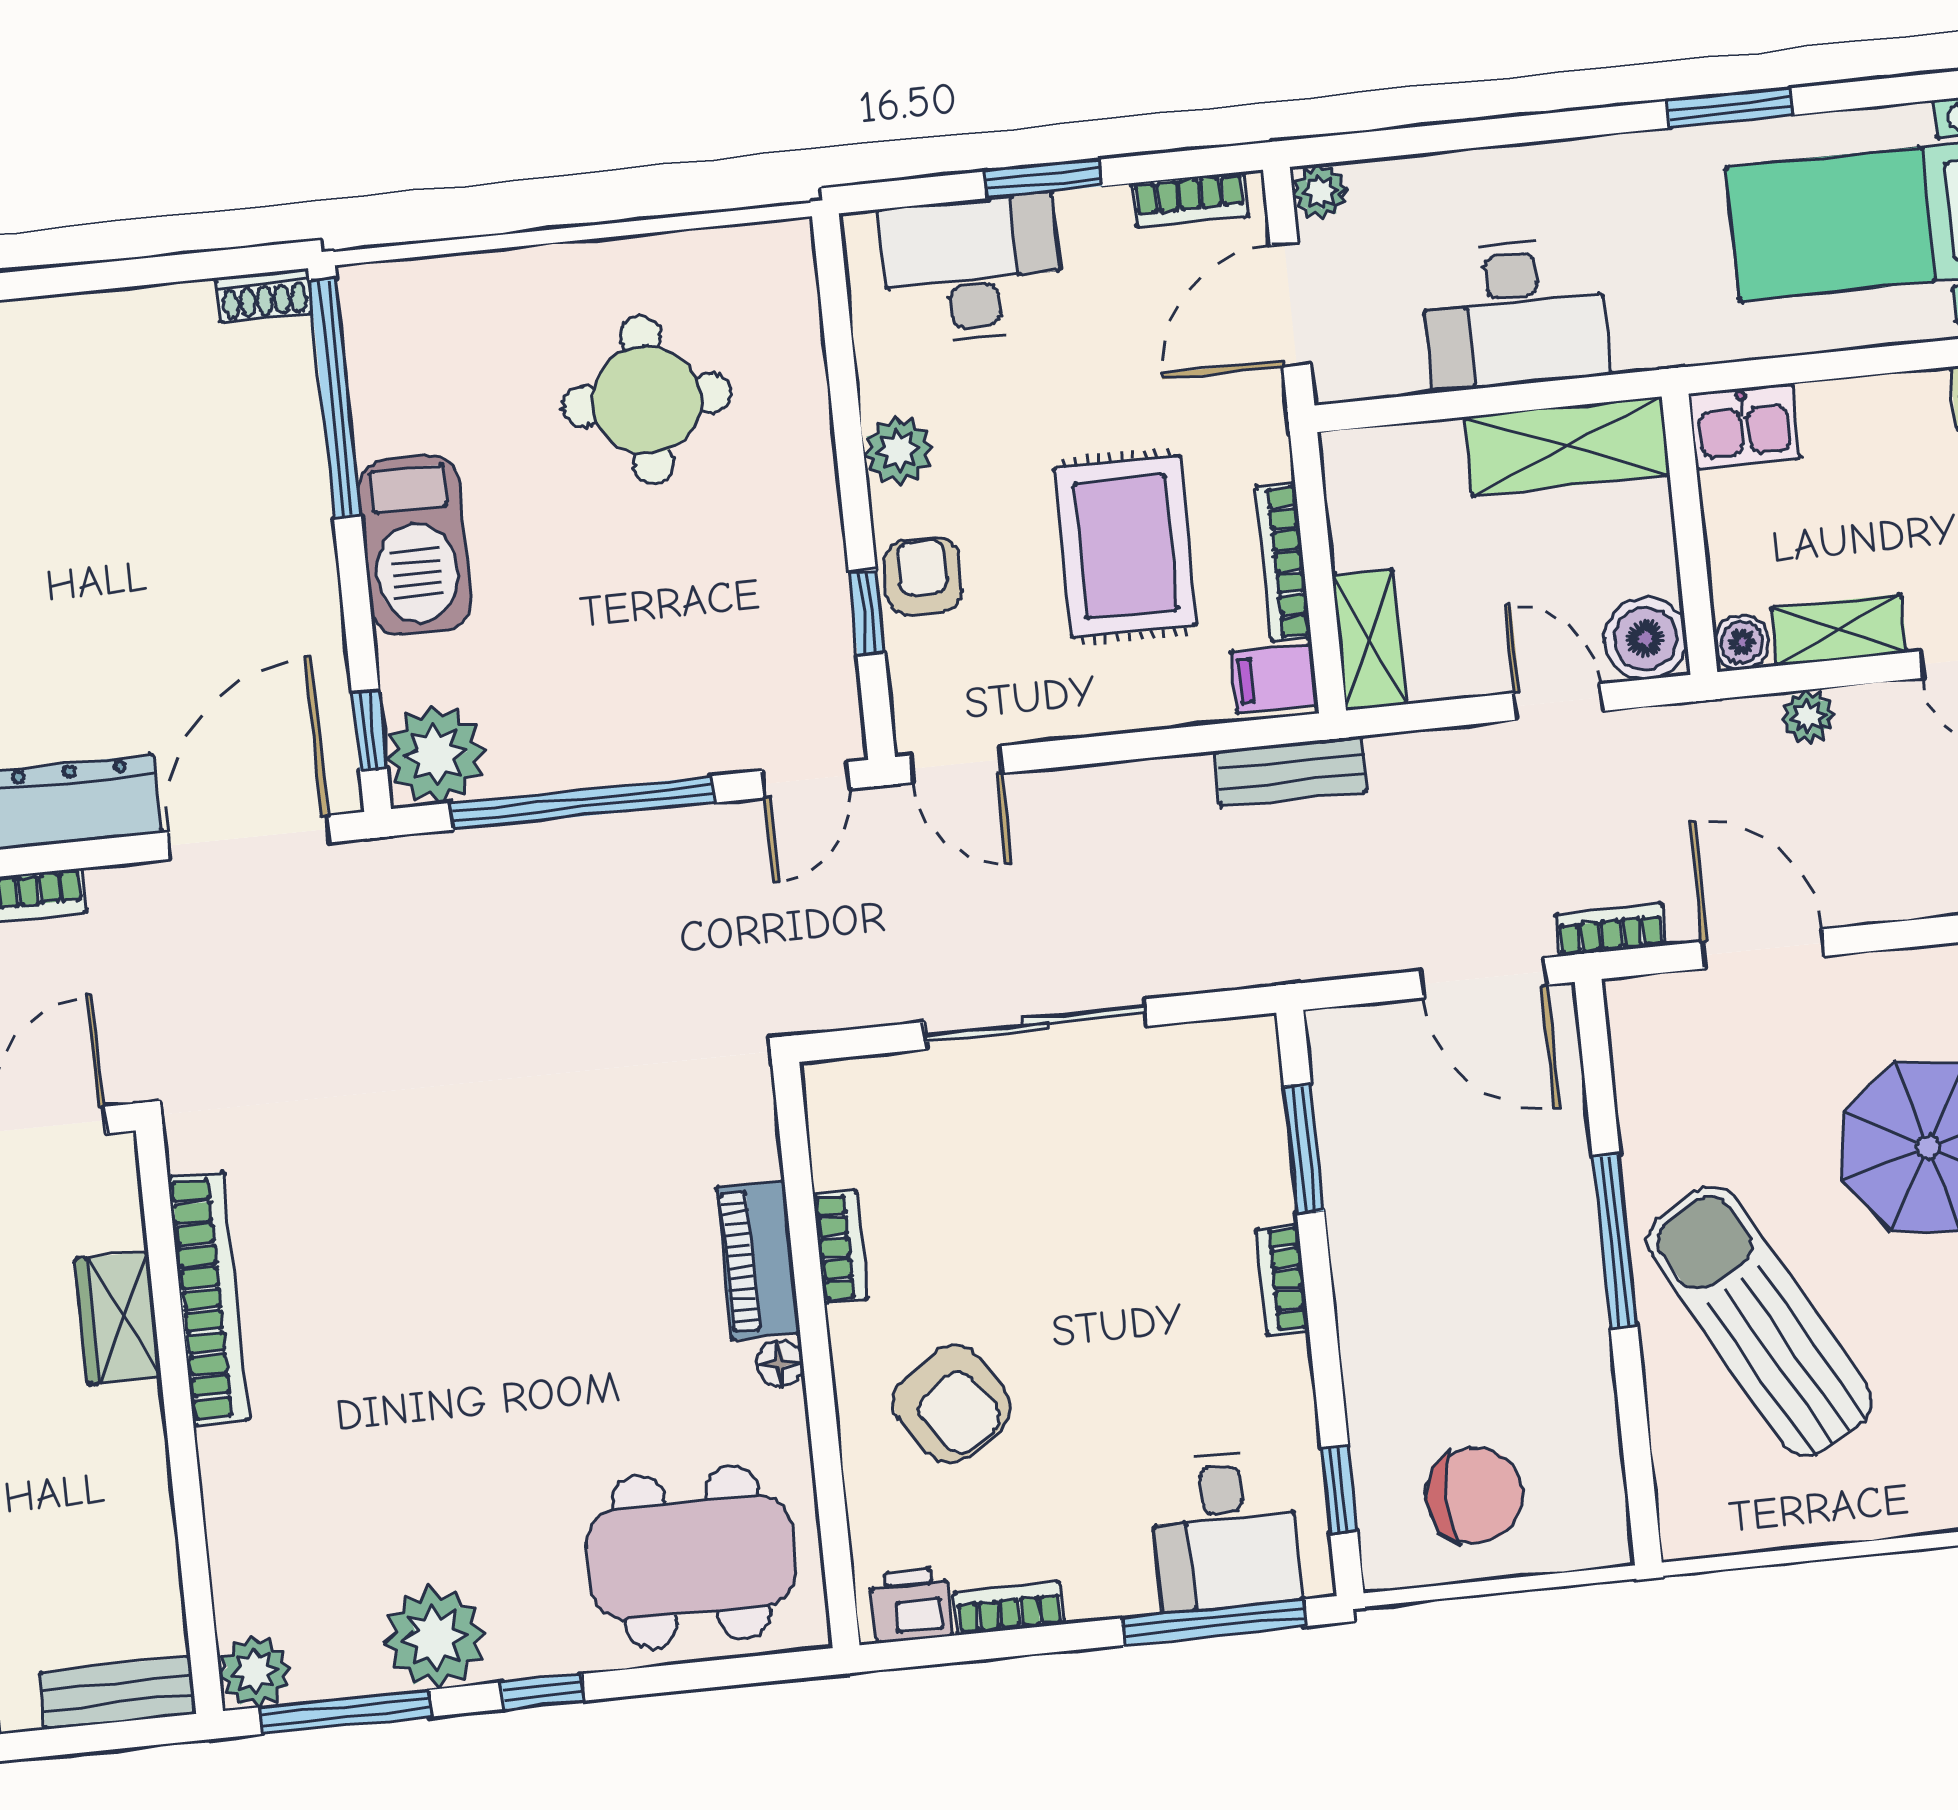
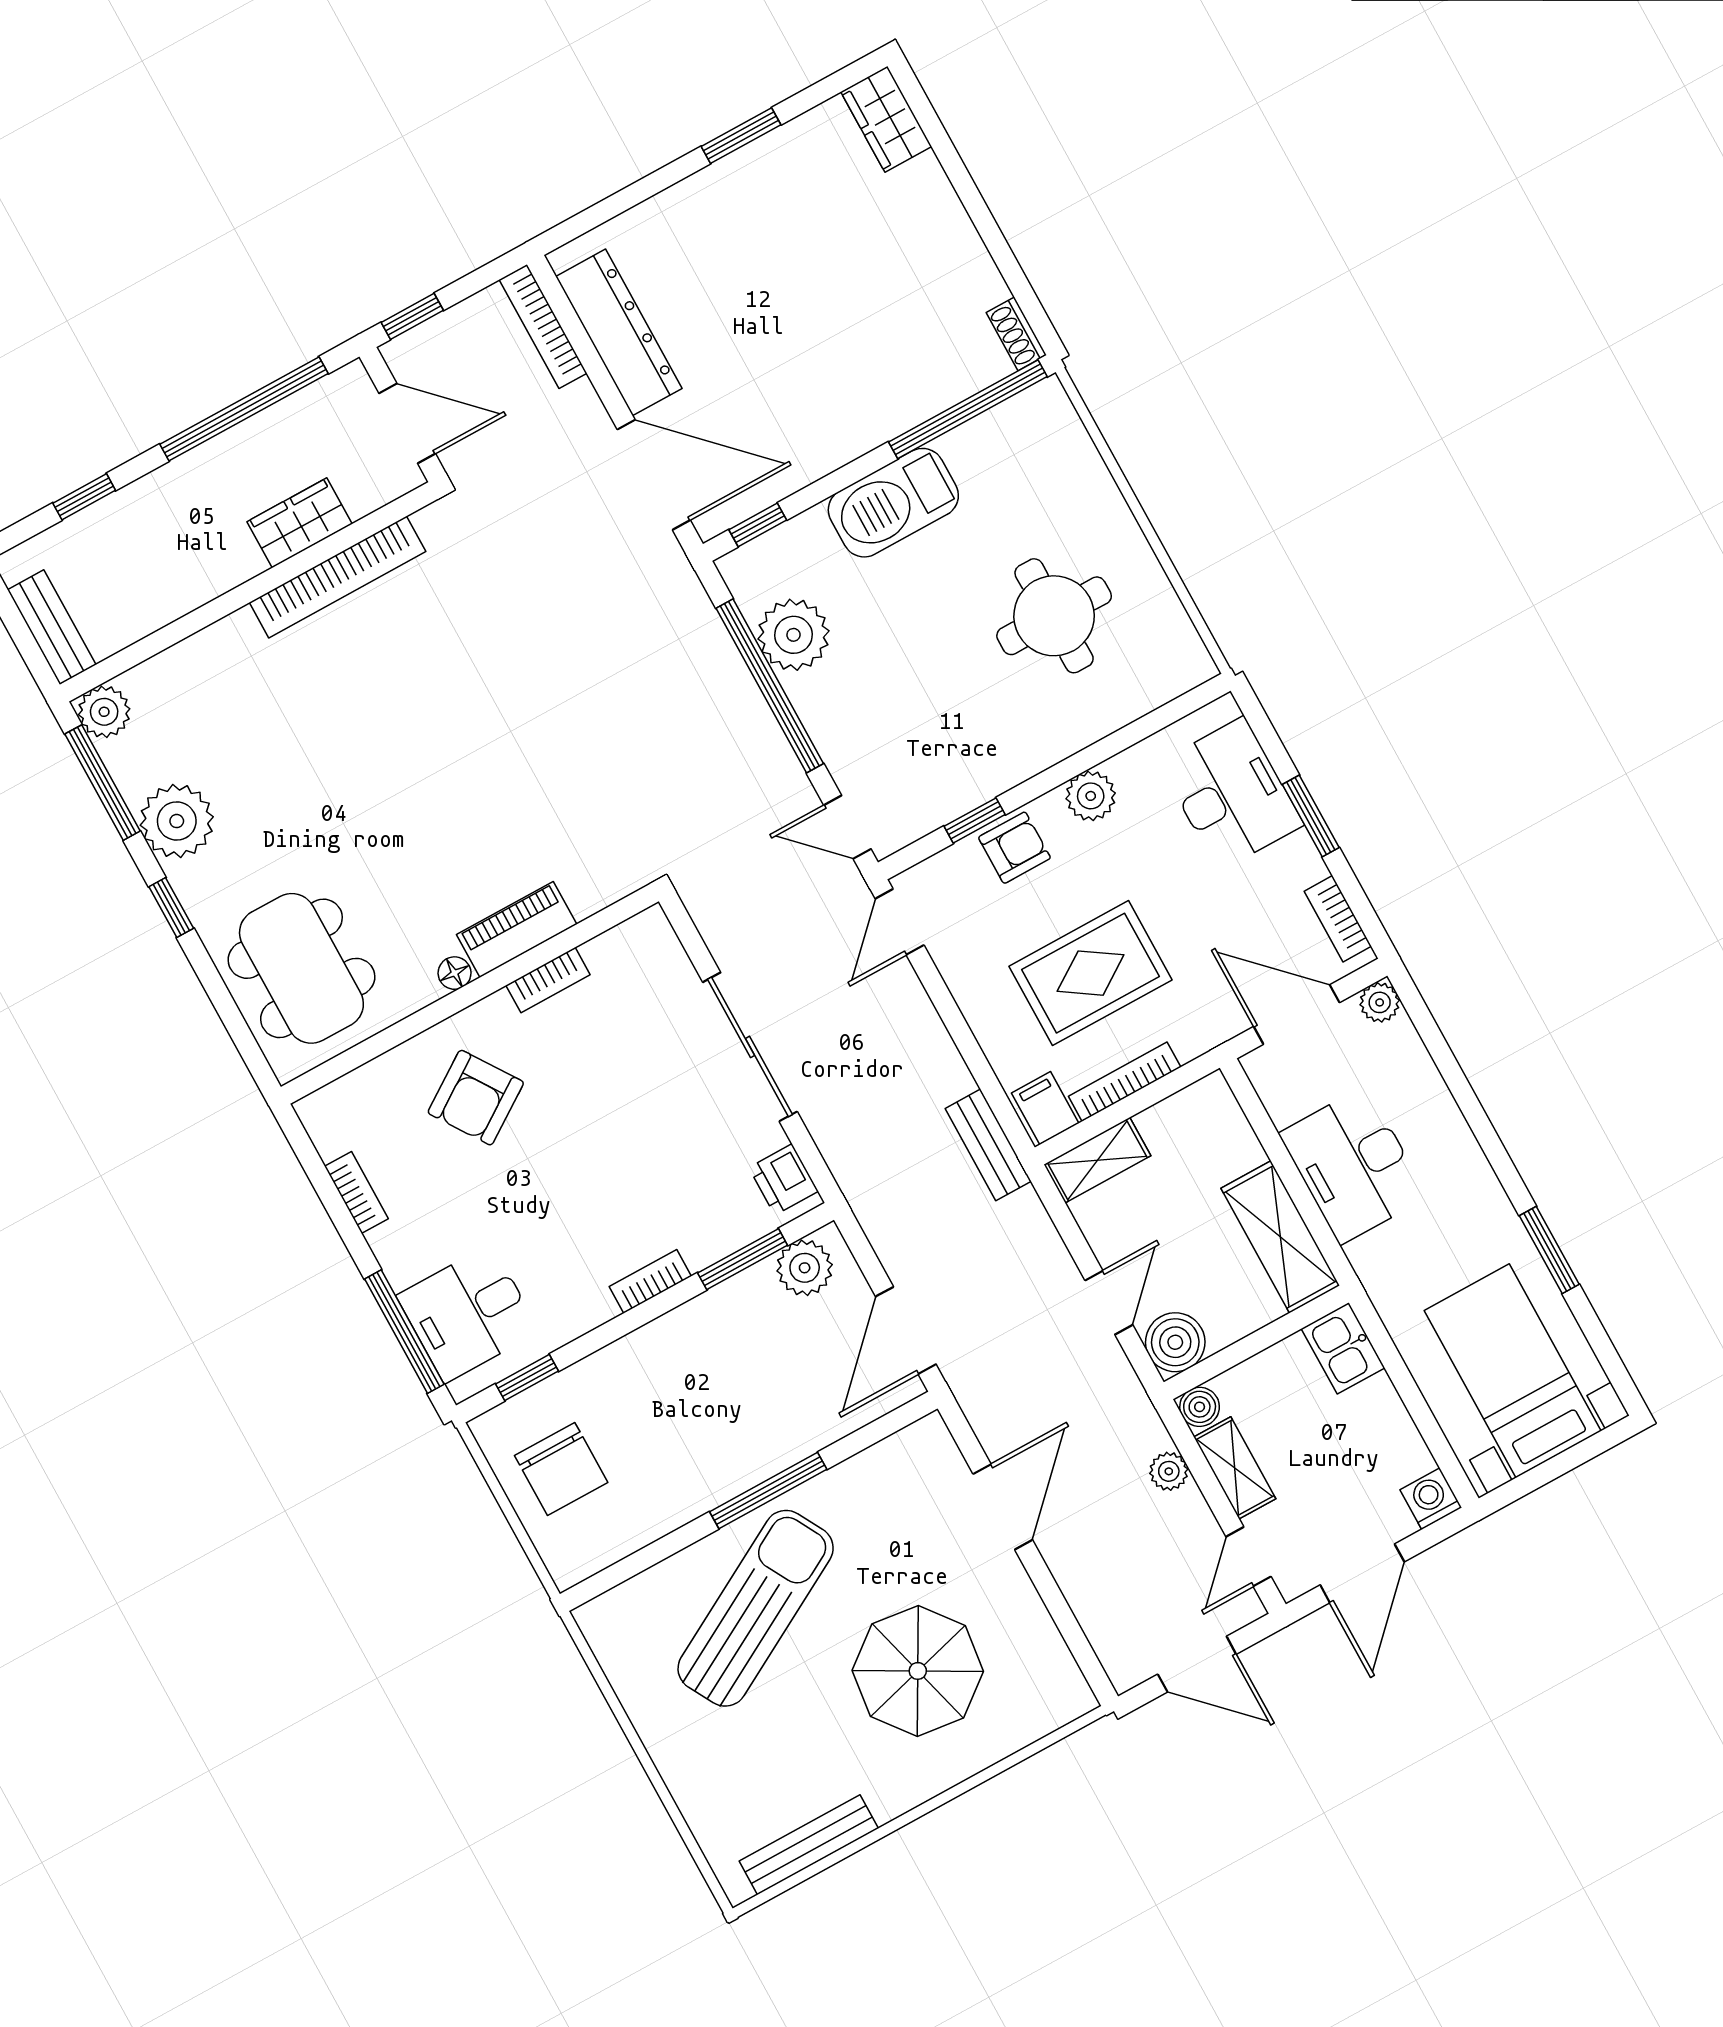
plant: (435, 754) -> (794, 635), moved
bookcase: (1611, 930) -> (973, 1401), removed
plant: (1349, 1074) -> (805, 1268), added
printer: (911, 1605) -> (784, 1179), moved, turned 180

